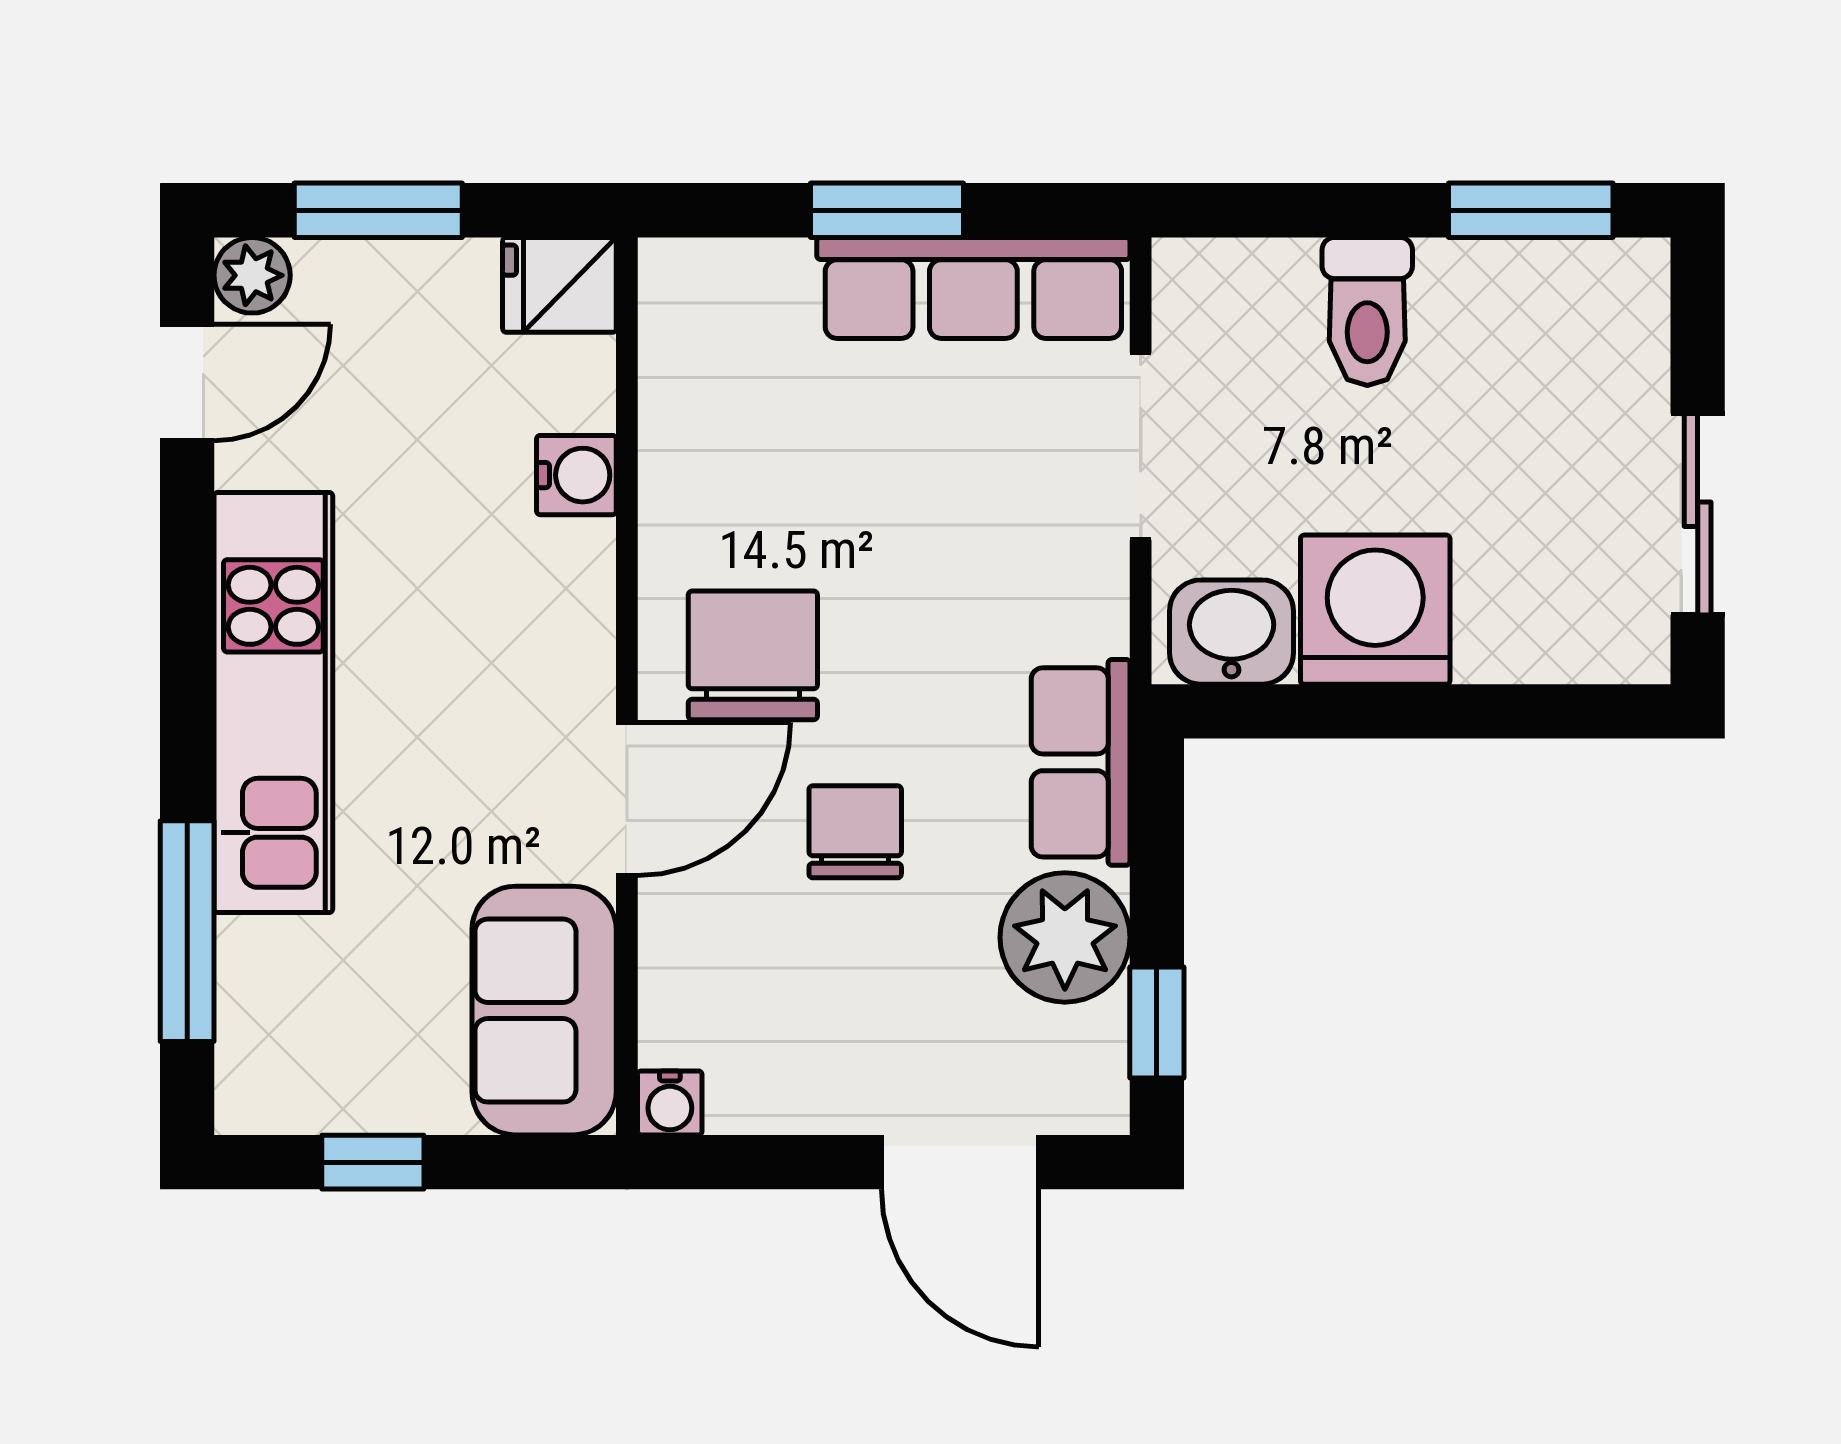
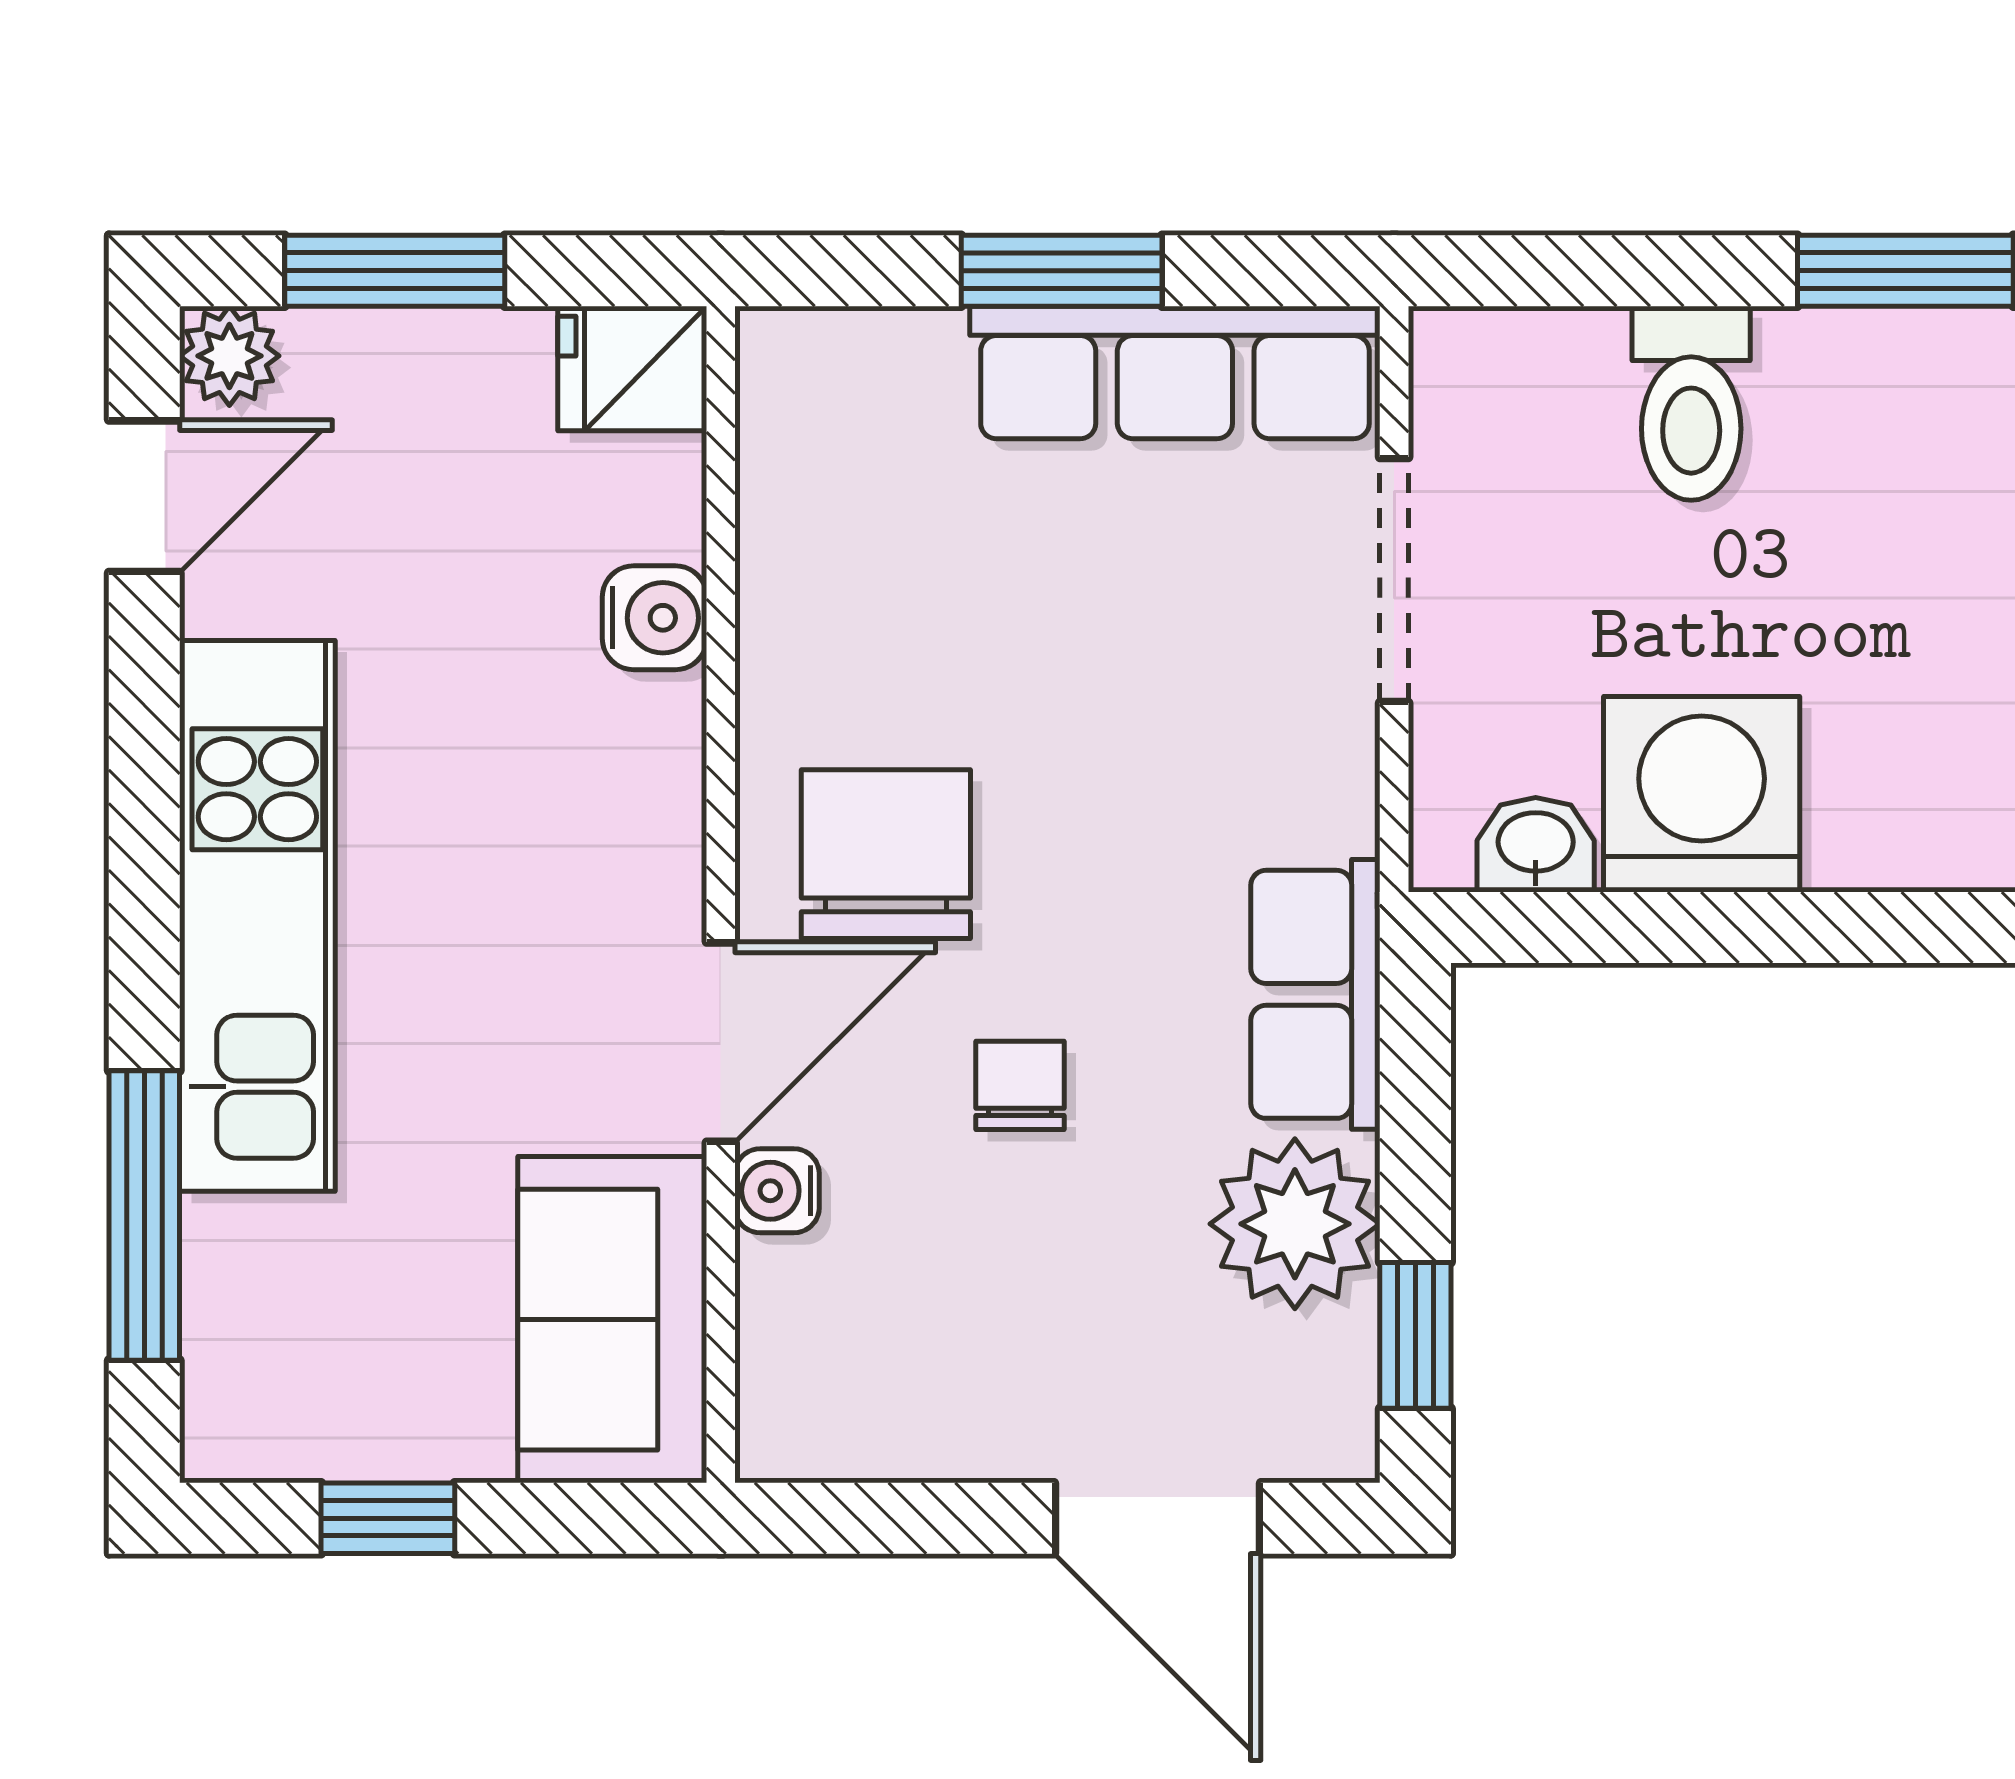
washbasin: (1232, 632) -> (1536, 845), width x0.72, depth x0.69
chair: (855, 832) -> (1020, 1085), width x0.73, depth x0.73
water cooler: (670, 1103) -> (777, 1191), moved, turned 90

